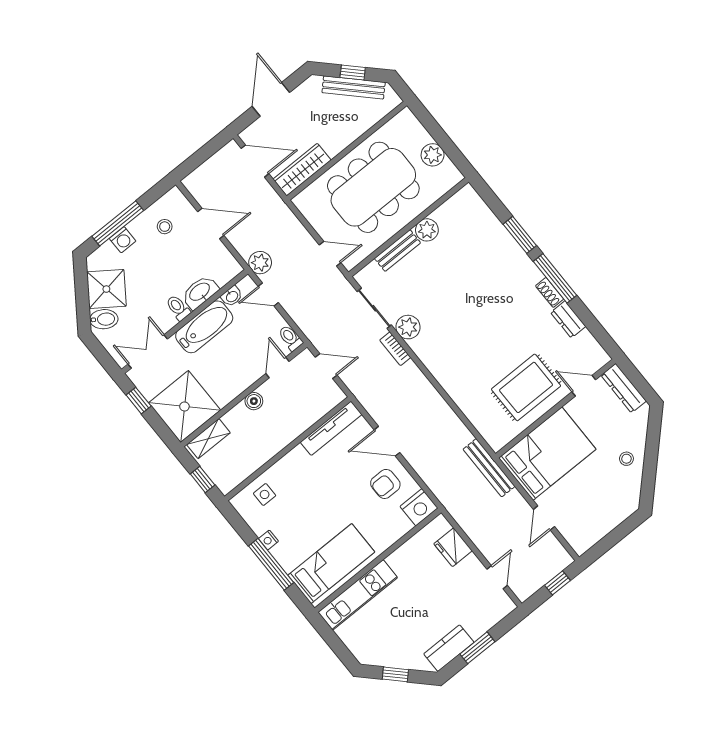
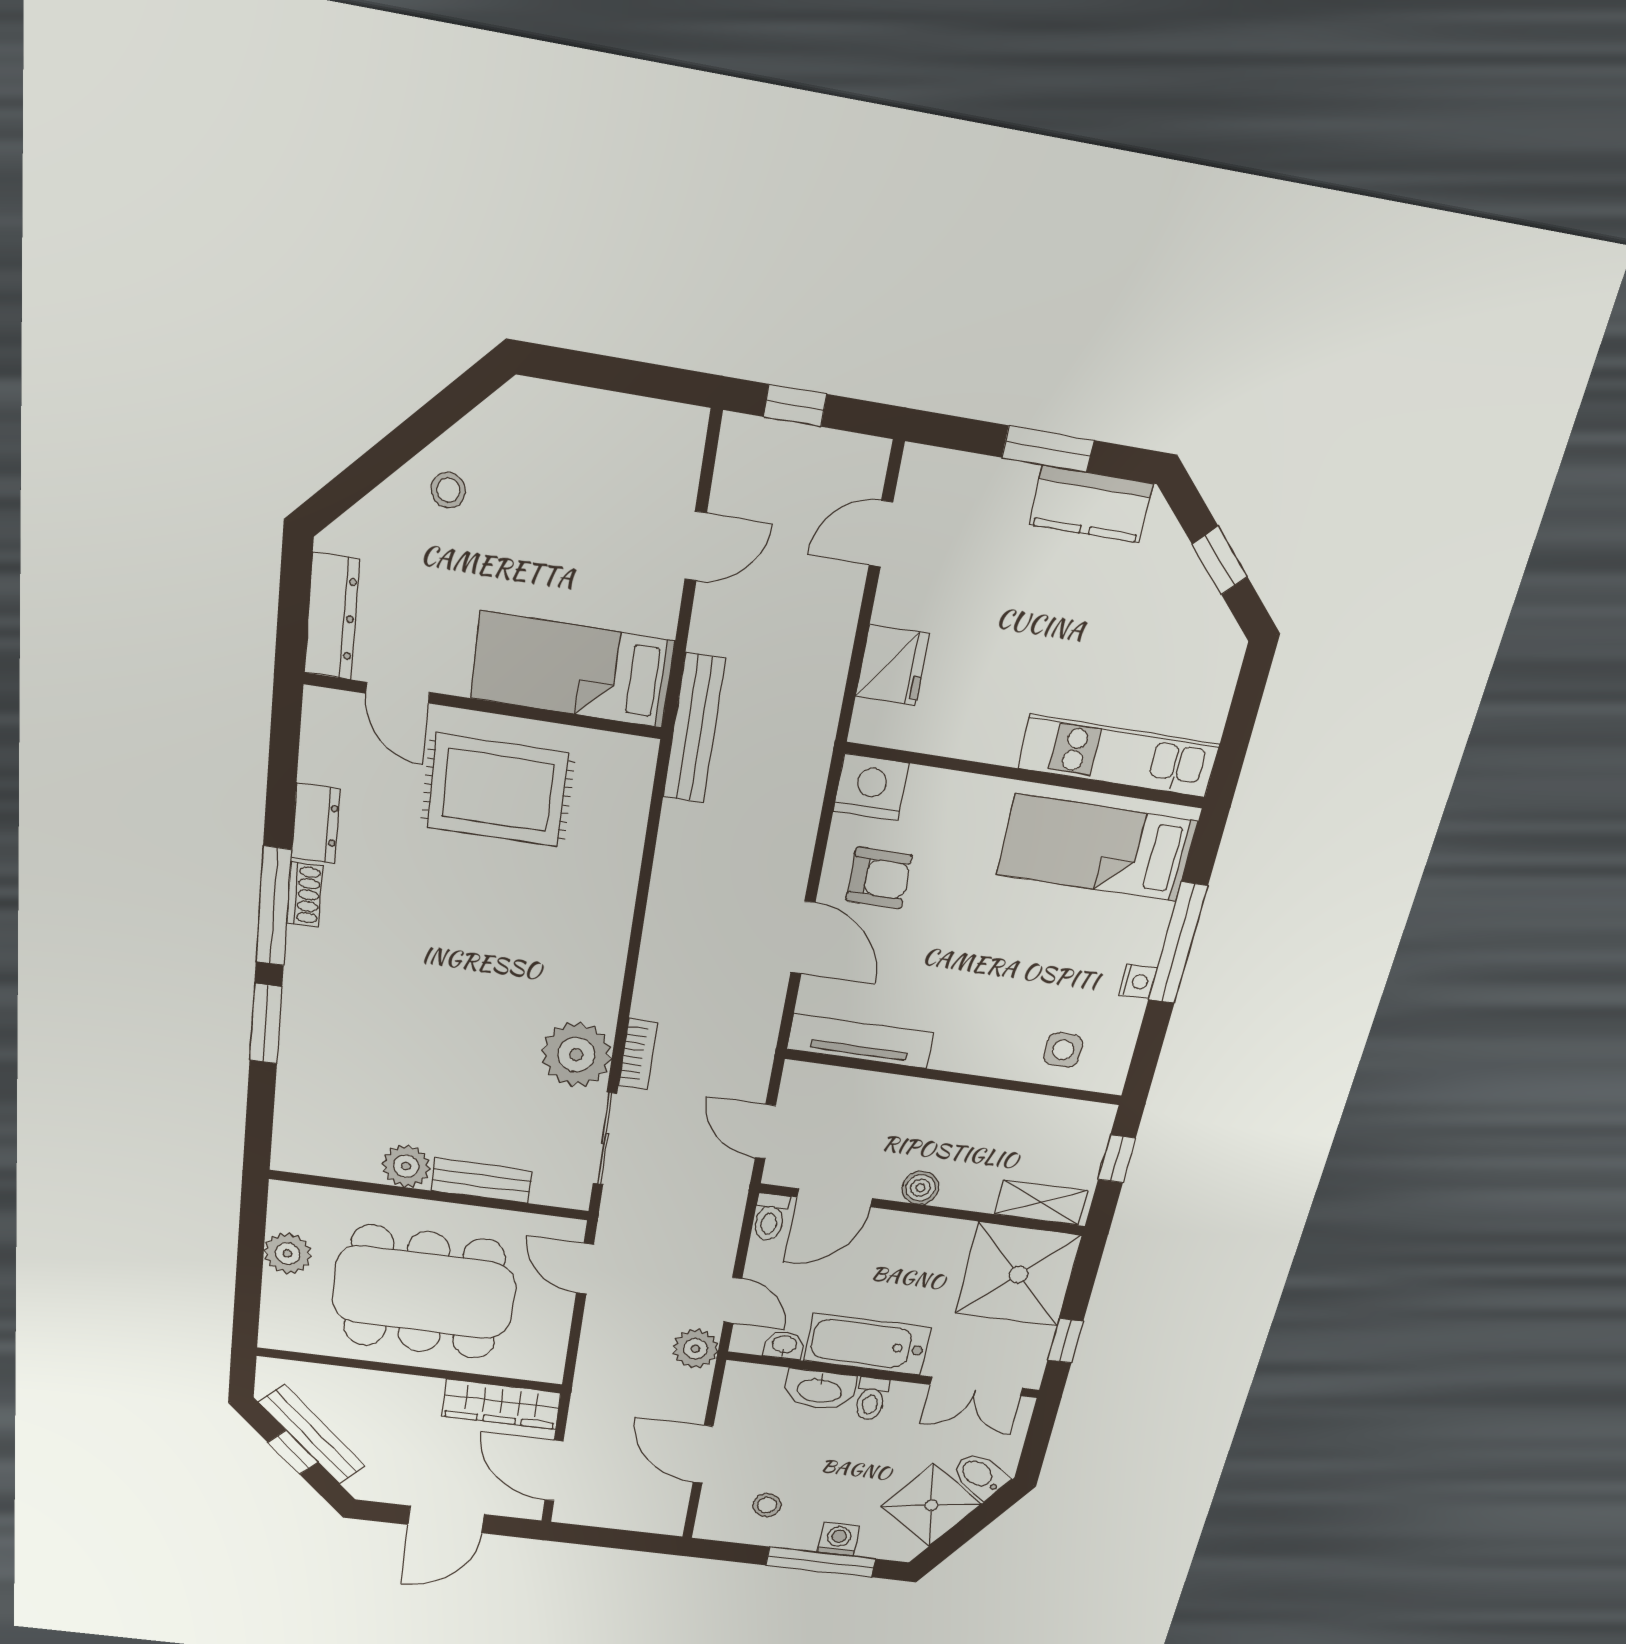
plant: (408, 327) -> (576, 1055), width x1.36, depth x1.36
door: (277, 368) -> (835, 1198), width x1.38
bed: (547, 454) -> (572, 670), width x0.67

